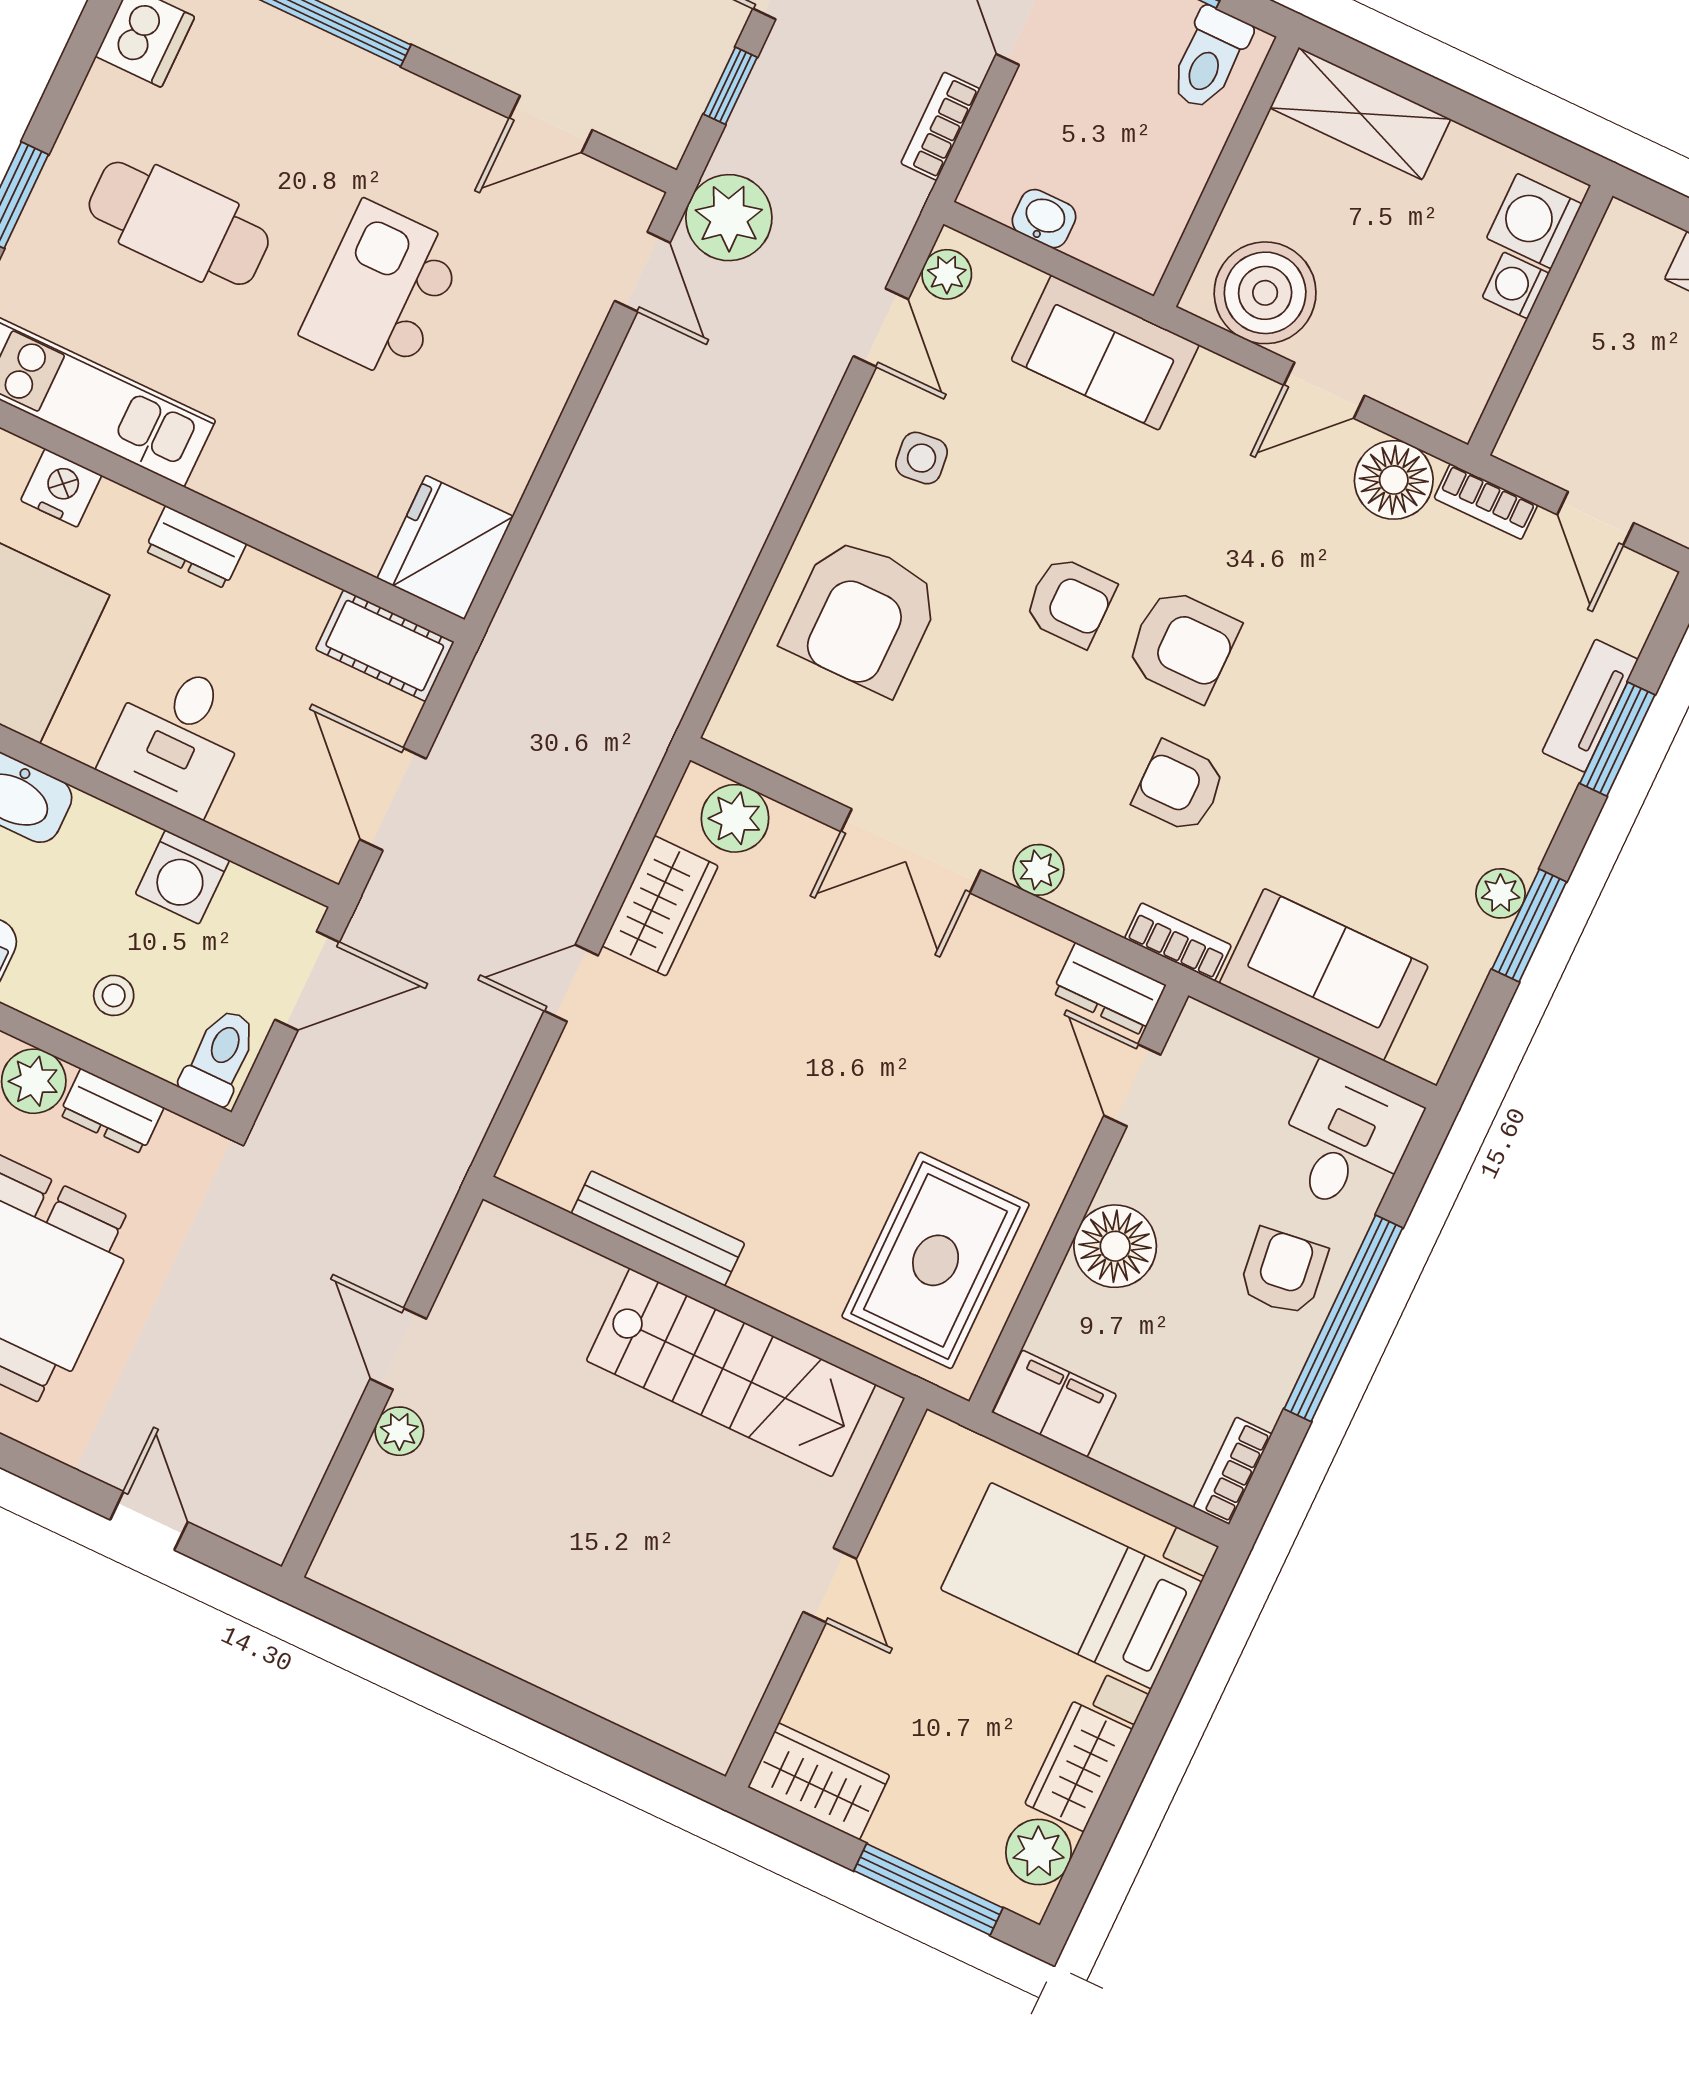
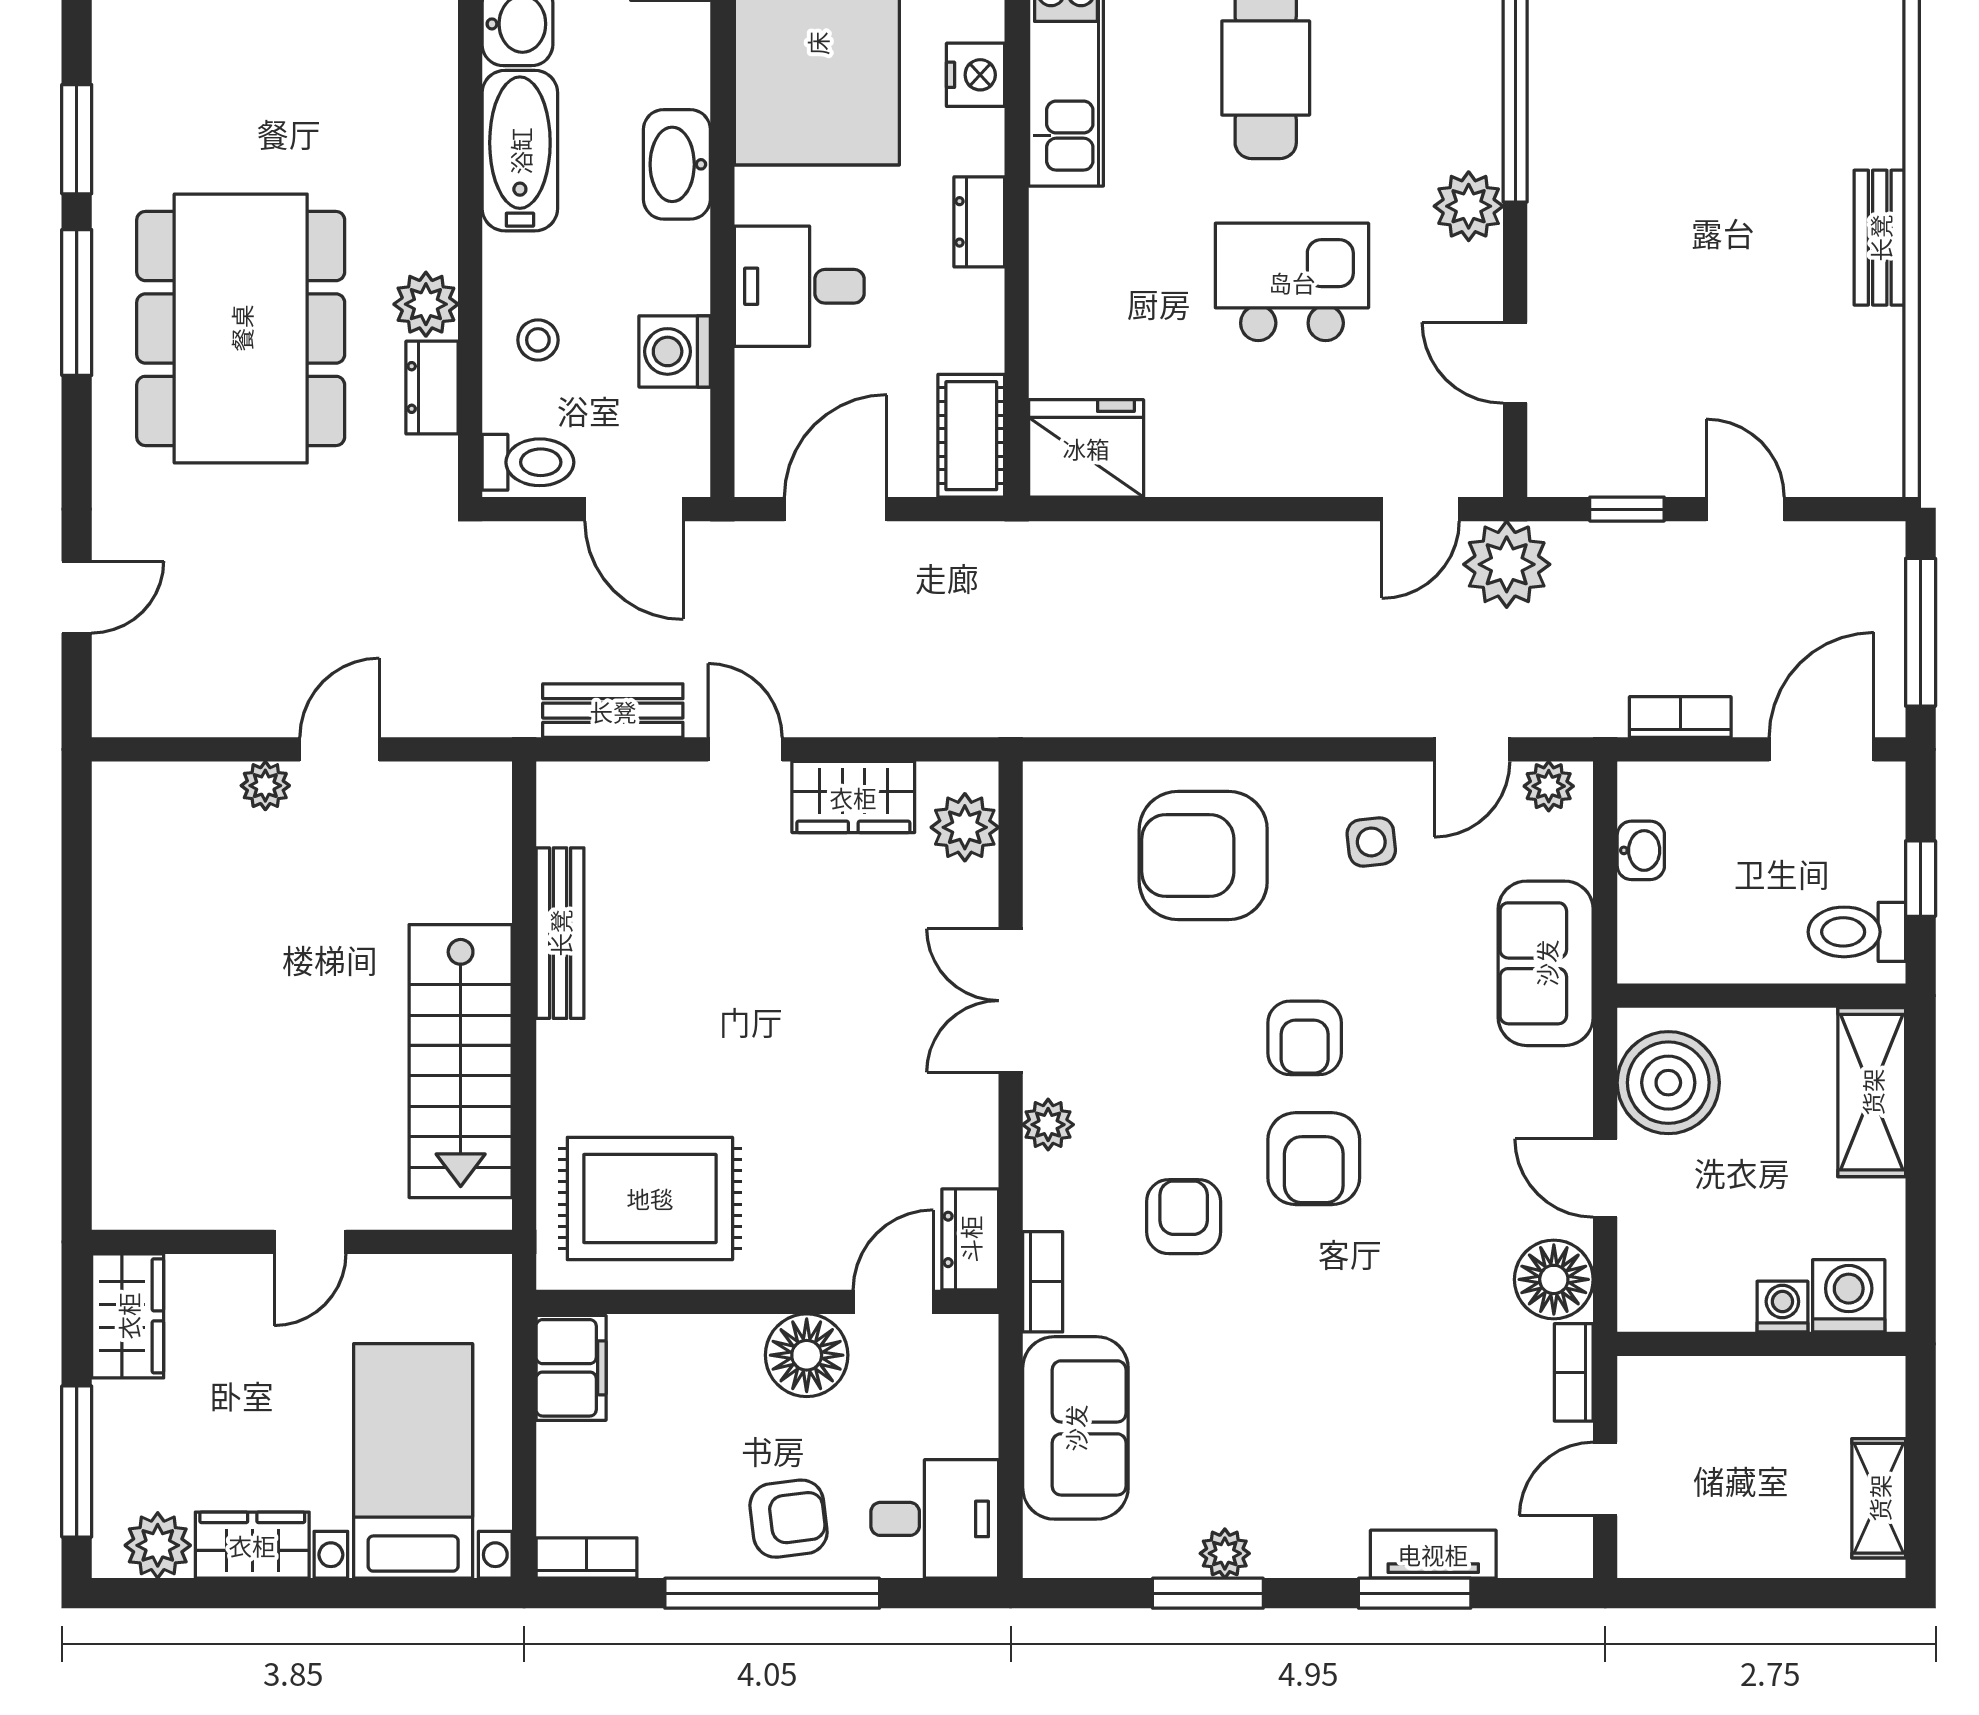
plant: (390, 99) -> (1469, 206), added
bench: (480, 1086) -> (613, 711), added
floor lamp: (1115, 1246) -> (807, 1355), moved

